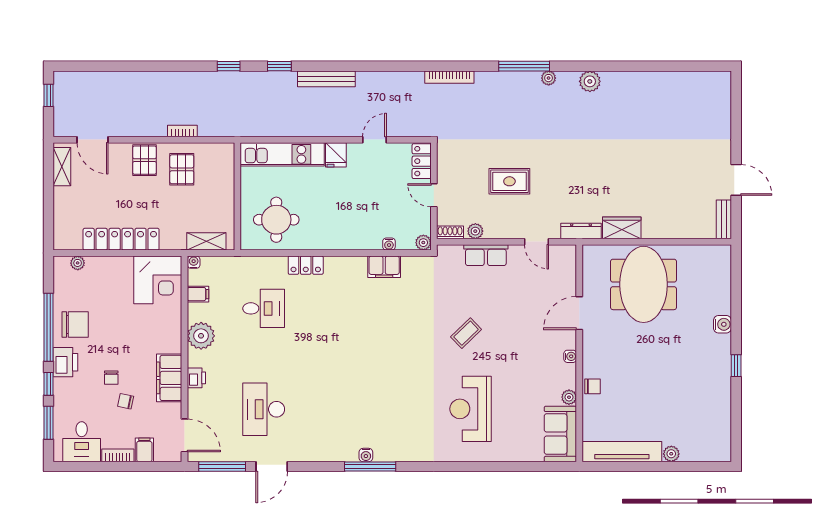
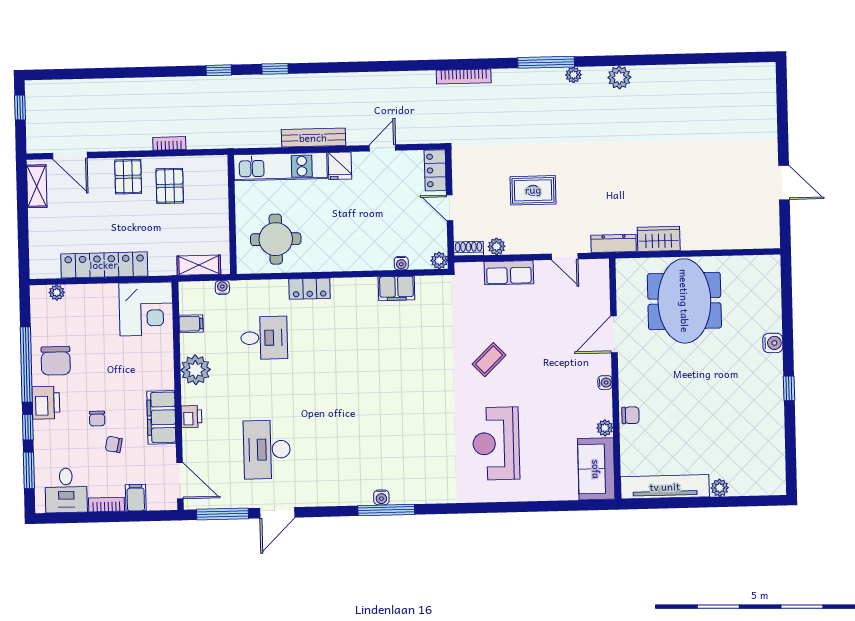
bench: (326, 79) -> (313, 138), moved
bench: (724, 219) -> (772, 227), removed
water cooler: (194, 262) -> (222, 288), moved
chair: (75, 325) -> (56, 361), turned 90

